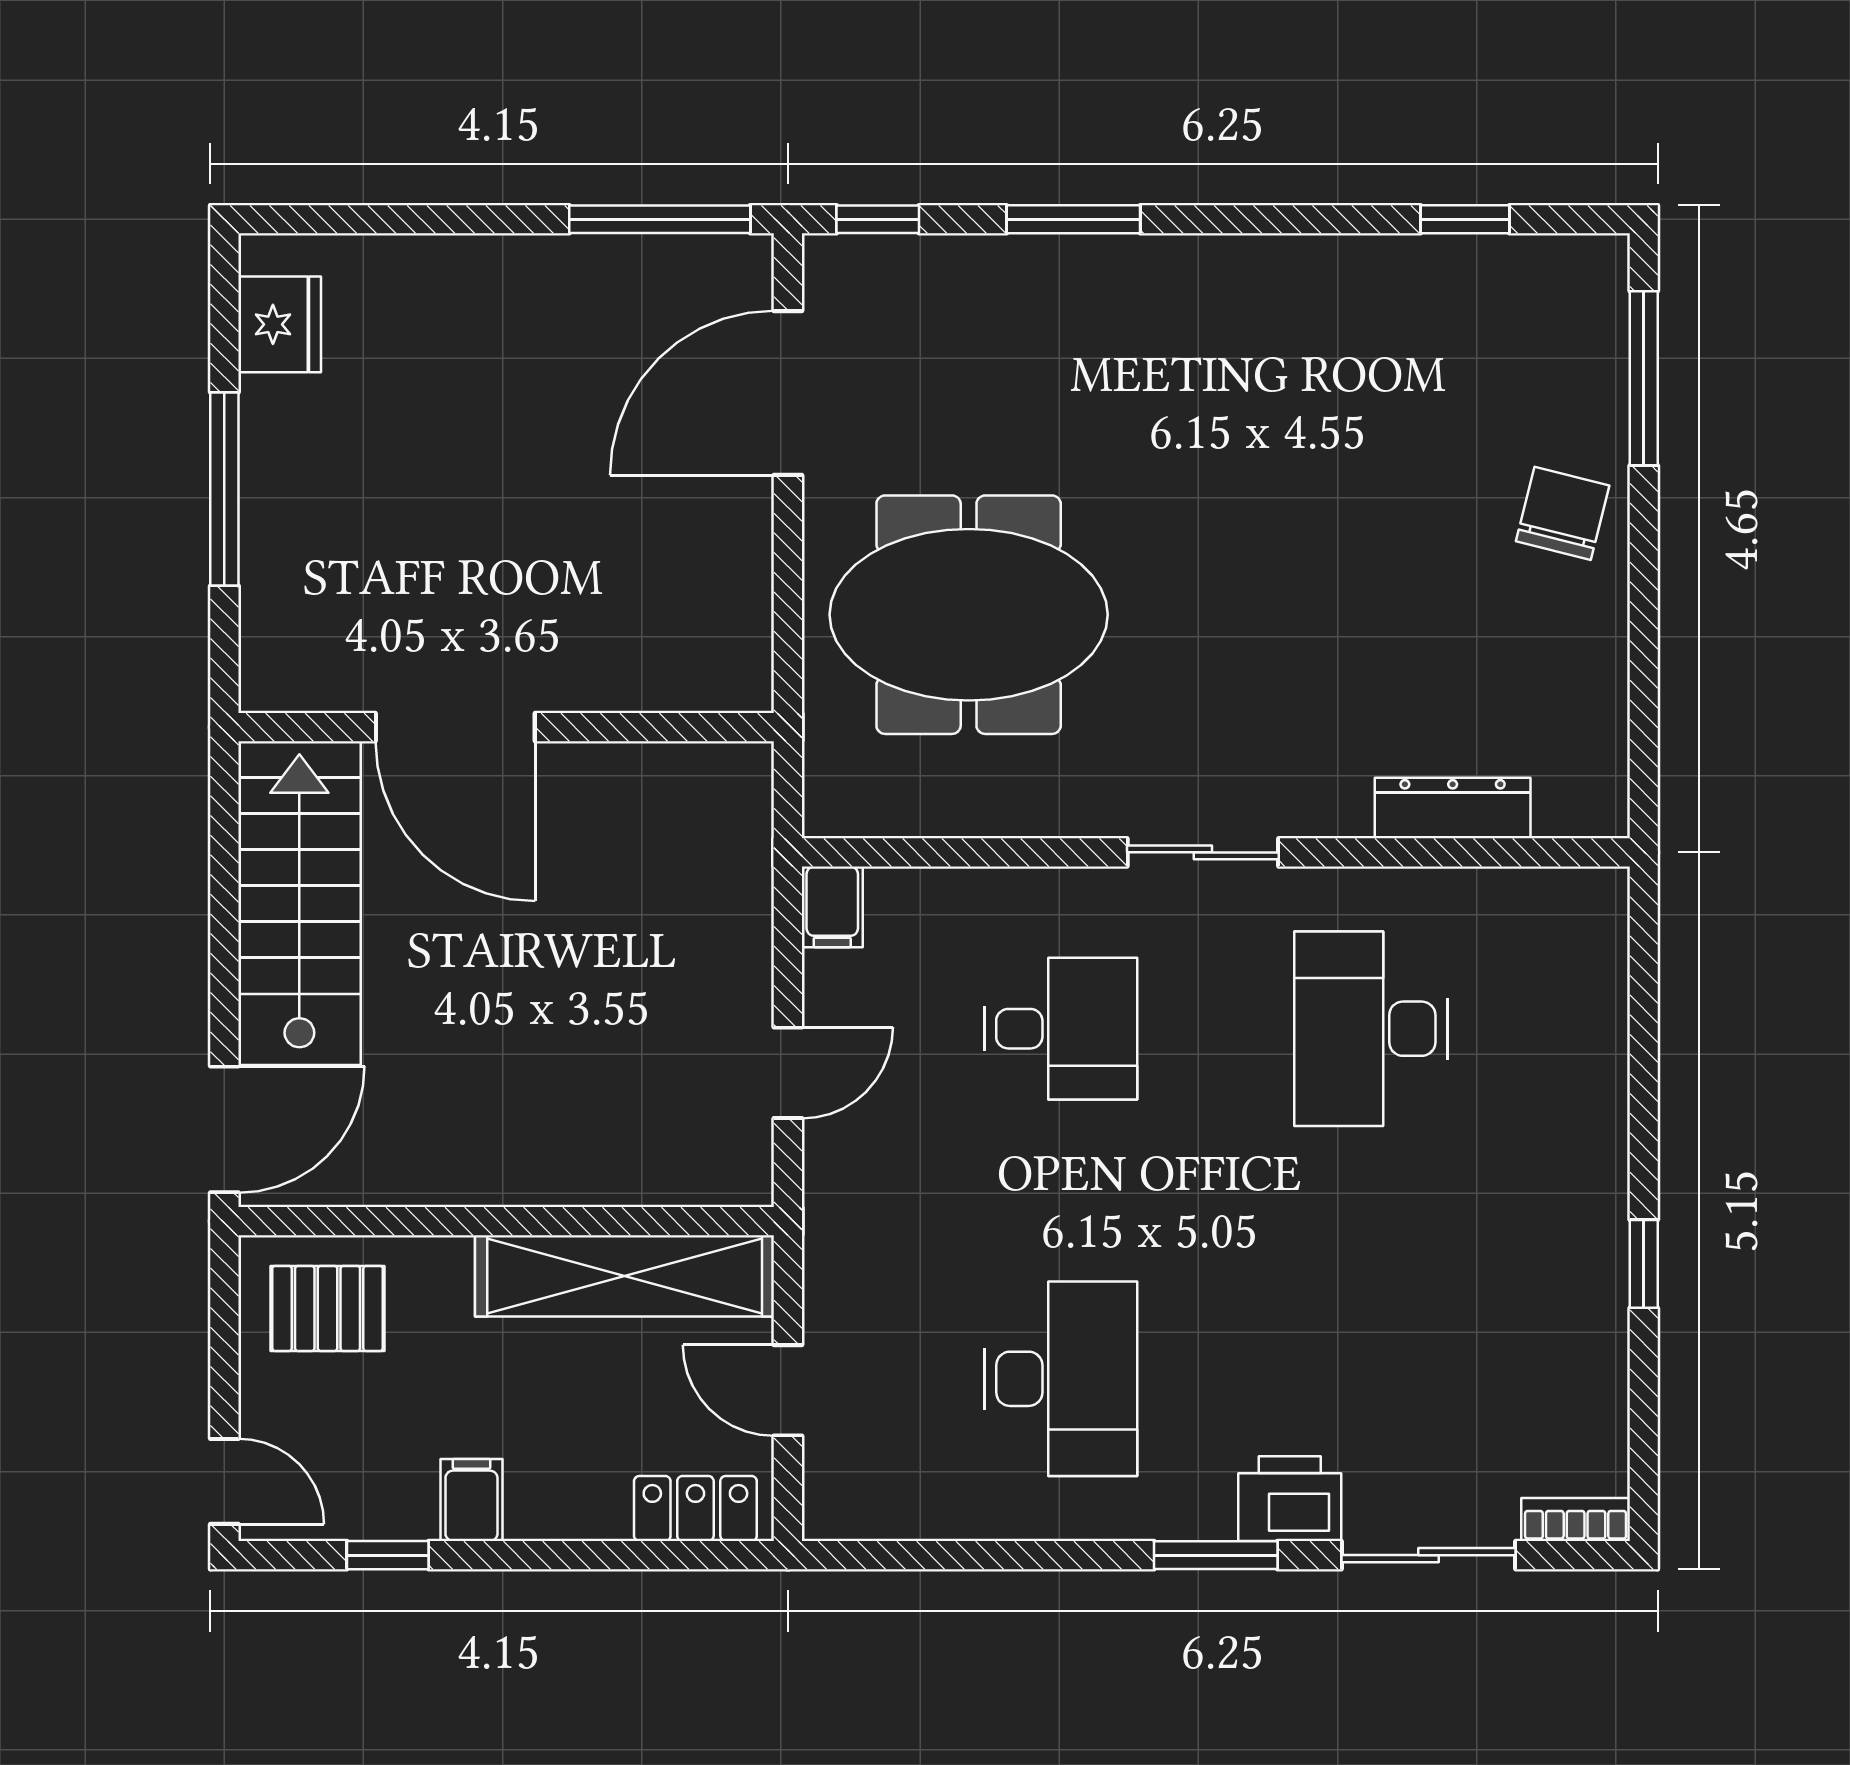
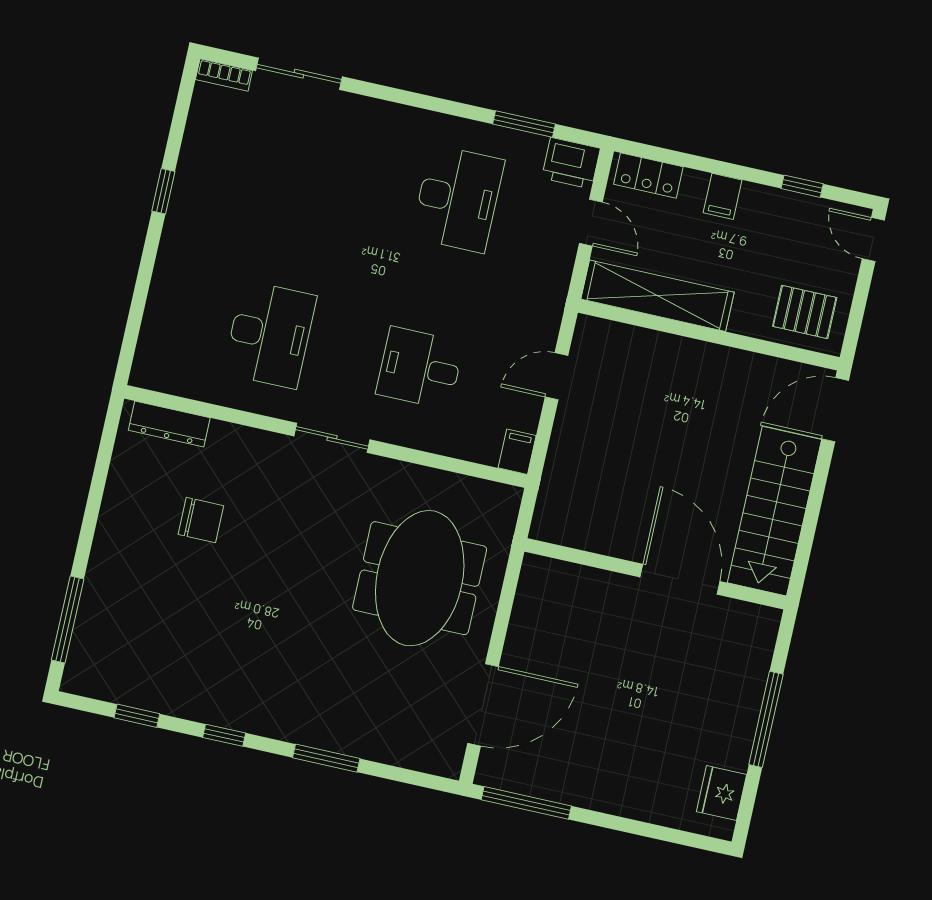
window: (878, 219) -> (224, 735), moved
chair: (1563, 513) -> (201, 520), moved, turned -104
meeting table: (969, 615) -> (420, 578), turned 90
dresser: (1453, 808) -> (169, 424), moved
desk: (1061, 1379) -> (458, 199), turned 180
printer: (1290, 1499) -> (571, 163), moved
filing cabinet: (471, 1500) -> (723, 196), moved
window: (1216, 1555) -> (524, 124), moved

